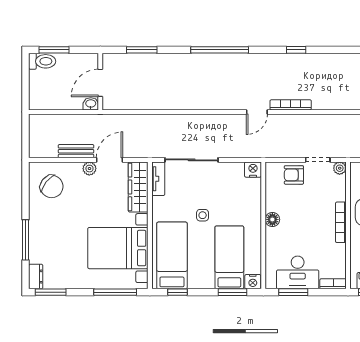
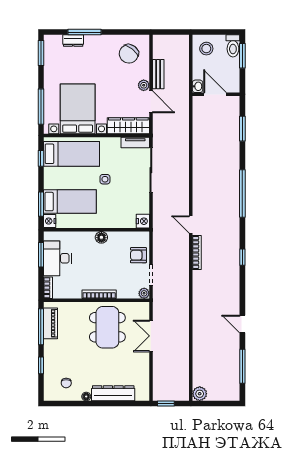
stool: (45, 93) -> (206, 49), added
armchair: (294, 175) -> (138, 255), turned -90
dresser: (36, 277) -> (73, 41), moved

